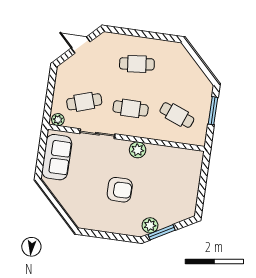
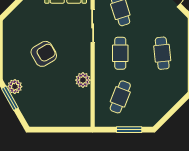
plant: (138, 150) -> (83, 80), moved
armchair: (120, 190) -> (44, 54), turned -120

